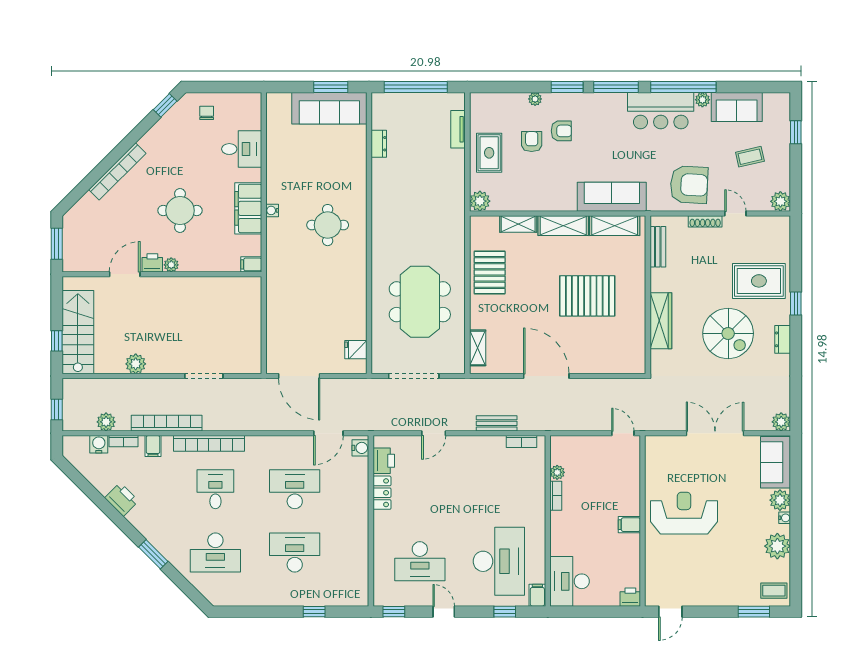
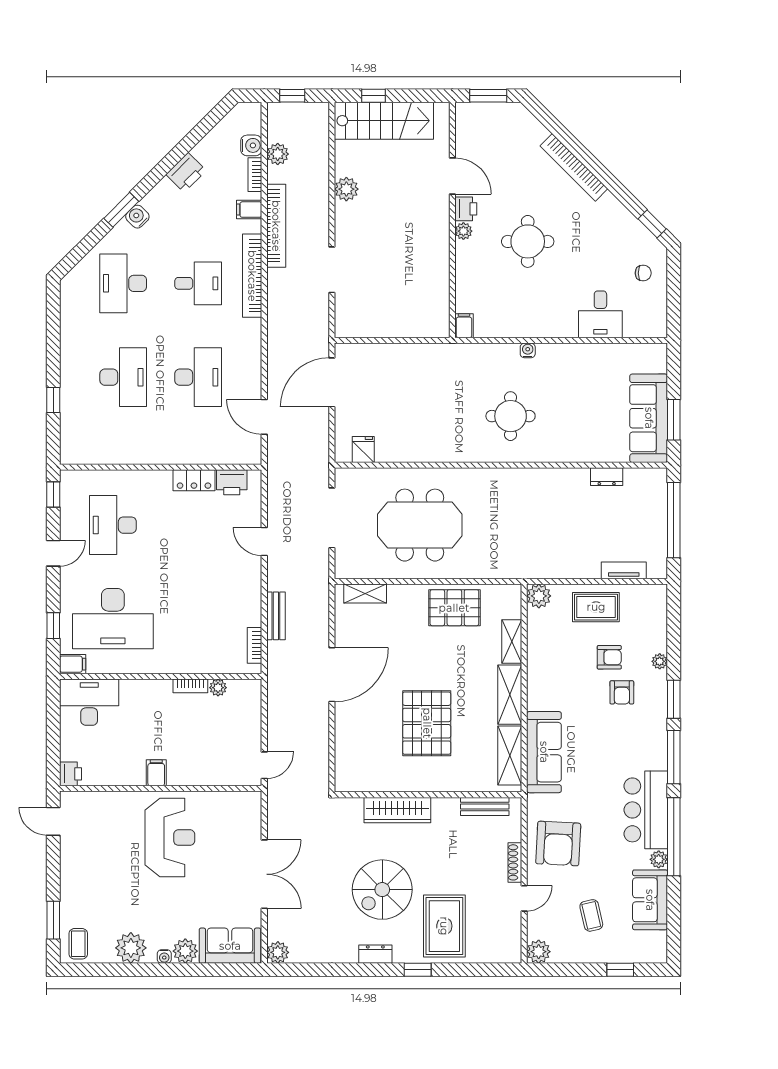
filing cabinet: (248, 208) -> (530, 322), removed
water cooler: (360, 448) -> (137, 217), moved, turned 135

